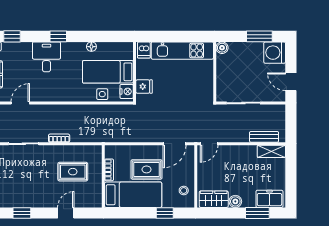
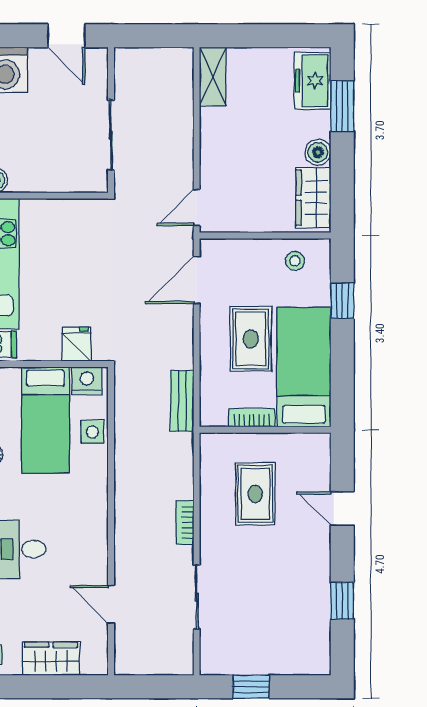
door: (291, 82) -> (66, 36), hinge flipped
bench: (264, 137) -> (182, 401), moved
door: (175, 144) -> (197, 280), swing flipped
door: (209, 144) -> (197, 207), swing flipped

